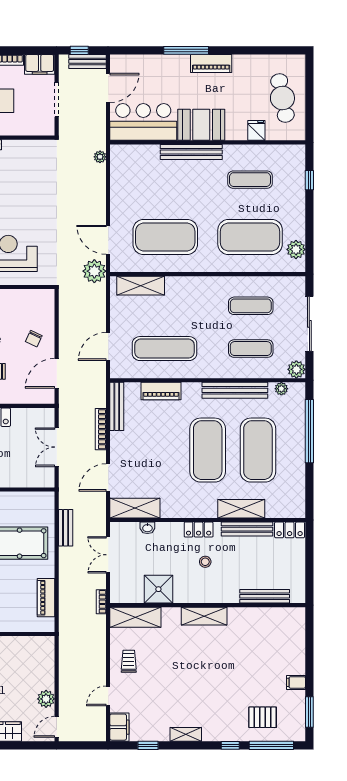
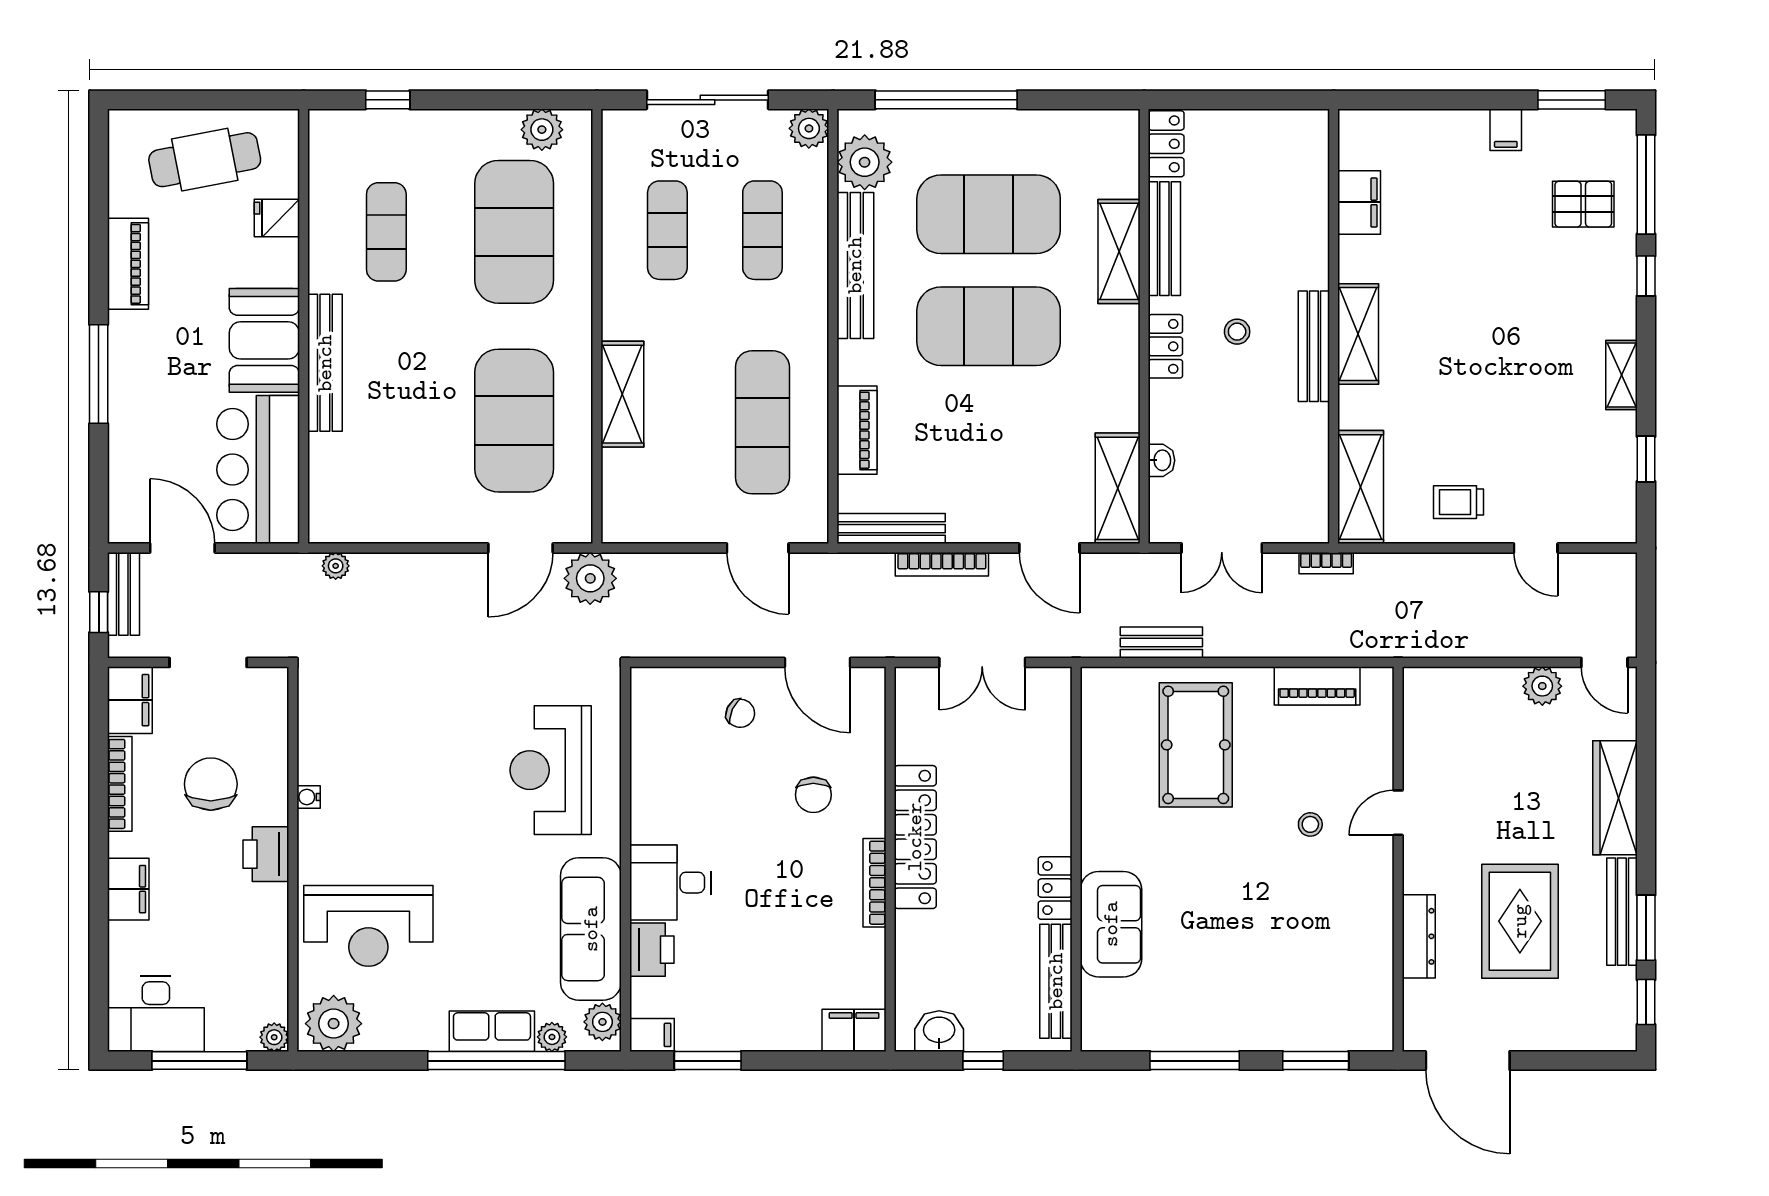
piano: (211, 64) -> (128, 264), moved
shelving: (141, 286) -> (622, 394), moved
plant: (281, 389) -> (865, 162), width x1.88, depth x1.88
shower: (158, 589) -> (1298, 436), removed
bench: (265, 596) -> (1314, 346), moved
pallet: (263, 717) -> (1583, 204), turned 90
filing cabinet: (119, 727) -> (1359, 202), moved, turned 90

